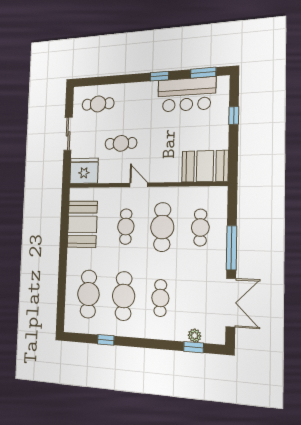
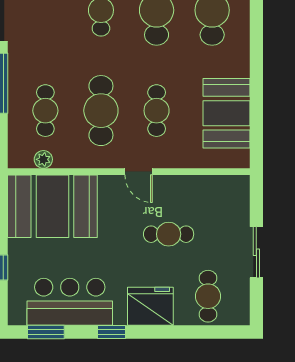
cafe table: (98, 104) -> (208, 296), turned 90
booth: (205, 166) -> (52, 206), width x1.36, depth x1.42
fridge: (84, 171) -> (150, 306), moved, turned 180
plant: (202, 193) -> (43, 159), added

